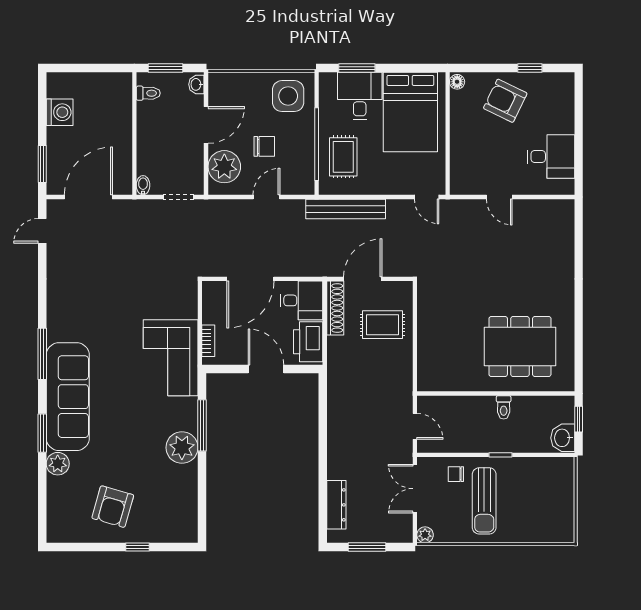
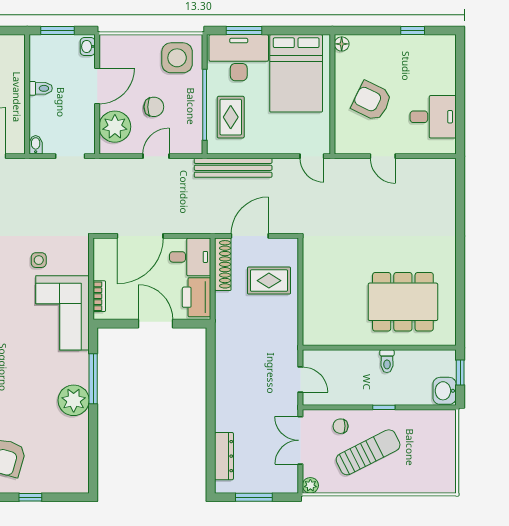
toilet: (148, 93) -> (41, 88), moved
desk: (360, 96) -> (239, 58), width x1.37
armchair: (505, 101) -> (372, 101), moved
side table: (146, 304) -> (39, 260), added
sun lounger: (484, 501) -> (368, 452), turned -117

